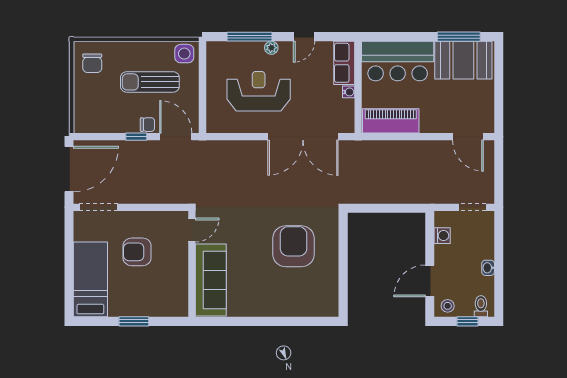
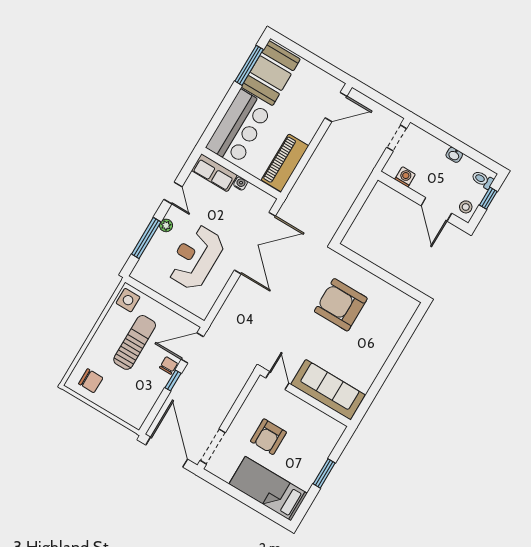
sun lounger: (150, 82) -> (135, 342), turned 180

